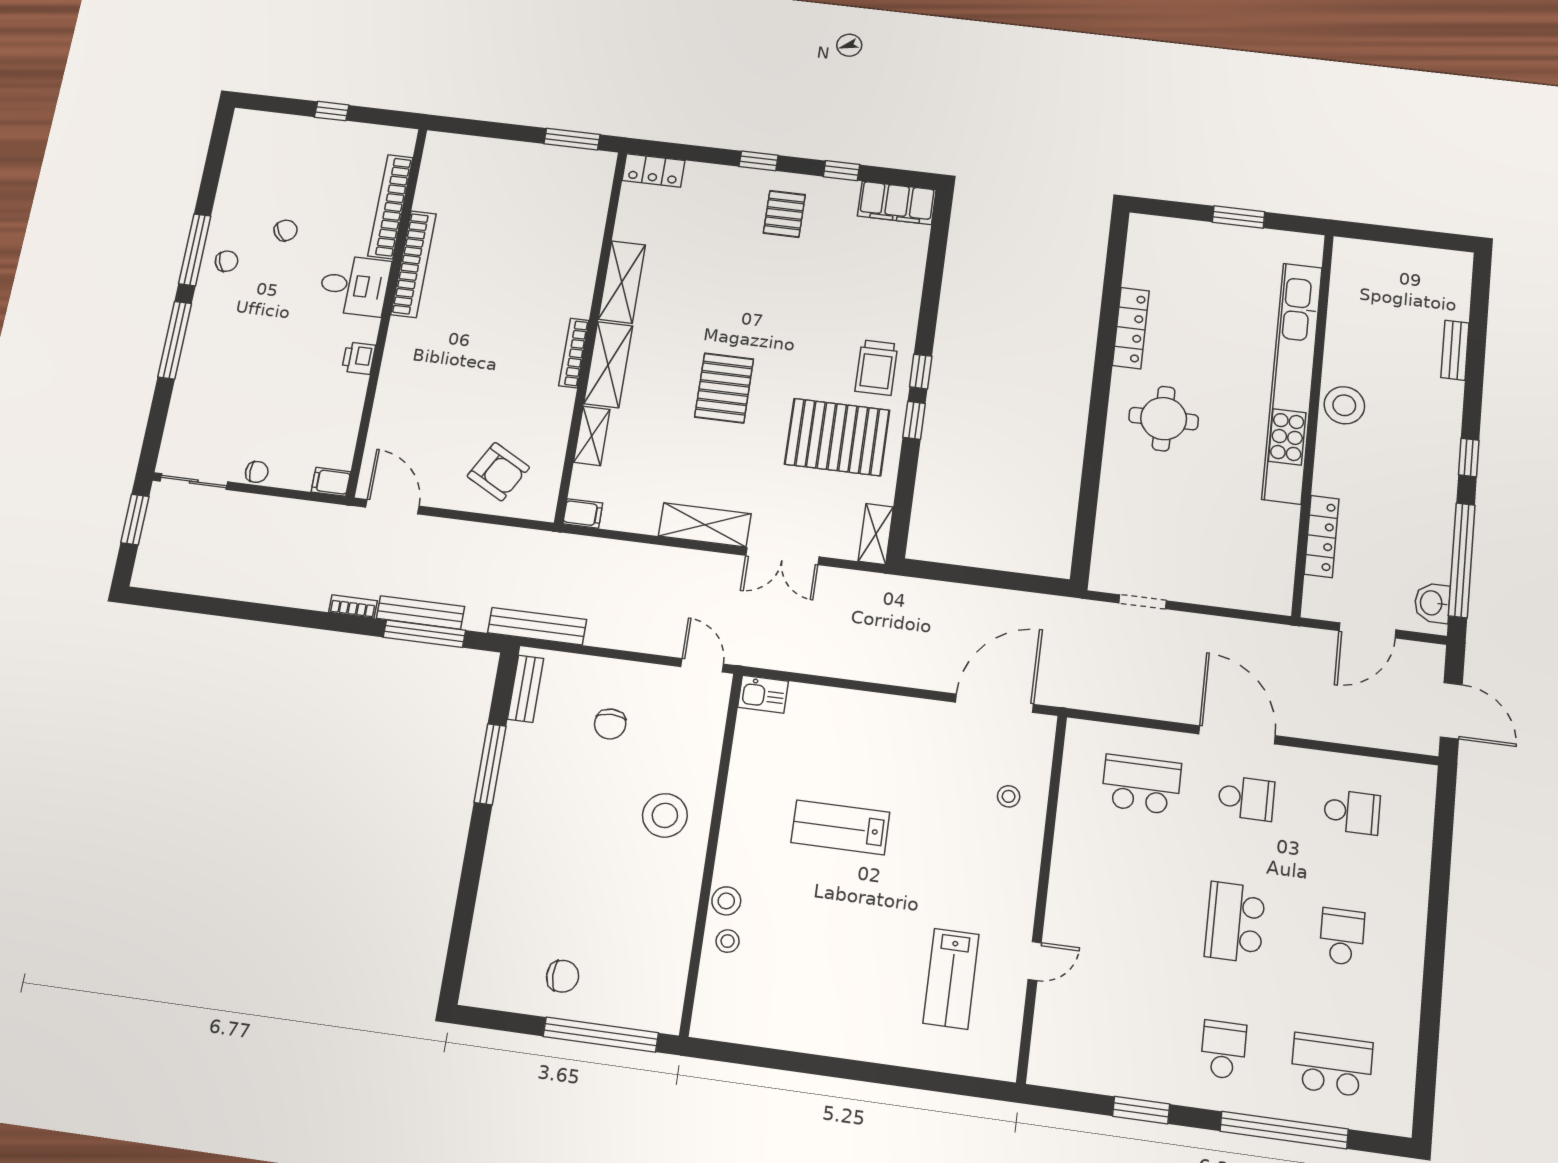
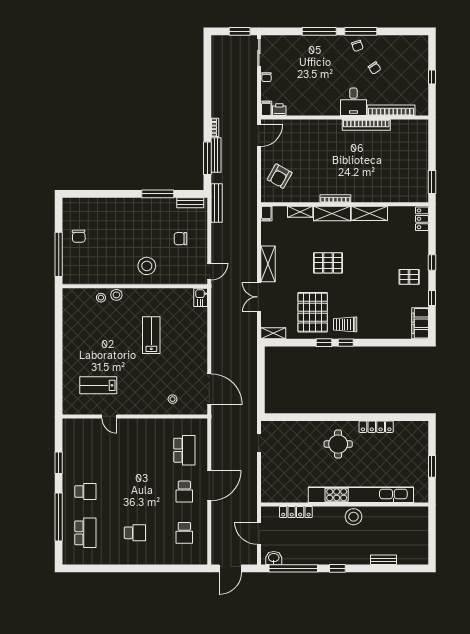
printer: (359, 358) -> (279, 110), moved
school desk: (1235, 922) -> (135, 492), removed

